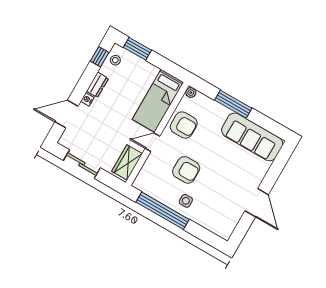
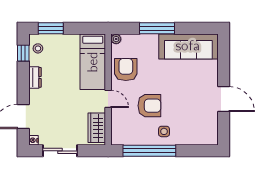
nightstand: (87, 99) -> (33, 140), moved
armchair: (184, 125) -> (126, 69), turned -90
door: (152, 142) -> (108, 99), swing flipped

